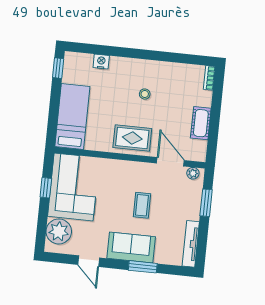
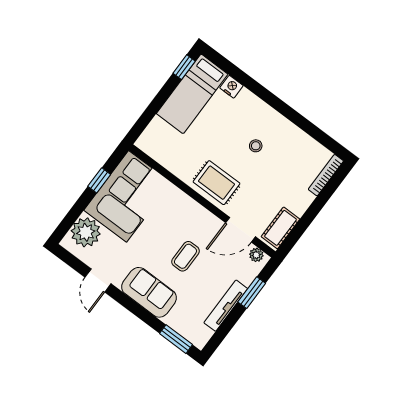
bookcase: (209, 78) -> (326, 175), width x1.56
bed: (72, 116) -> (192, 94), moved, turned 180
cot: (201, 123) -> (281, 228), moved
door: (170, 162) -> (241, 230), swing flipped
tv unit: (191, 244) -> (226, 306), moved
window: (143, 267) -> (176, 339), moved

